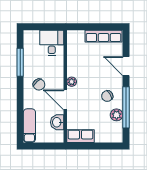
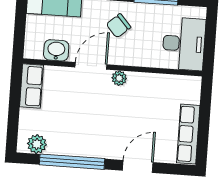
desk: (52, 43) -> (184, 44), width x1.37
chair: (107, 96) -> (92, 133), removed
plant: (117, 115) -> (37, 144), moved

